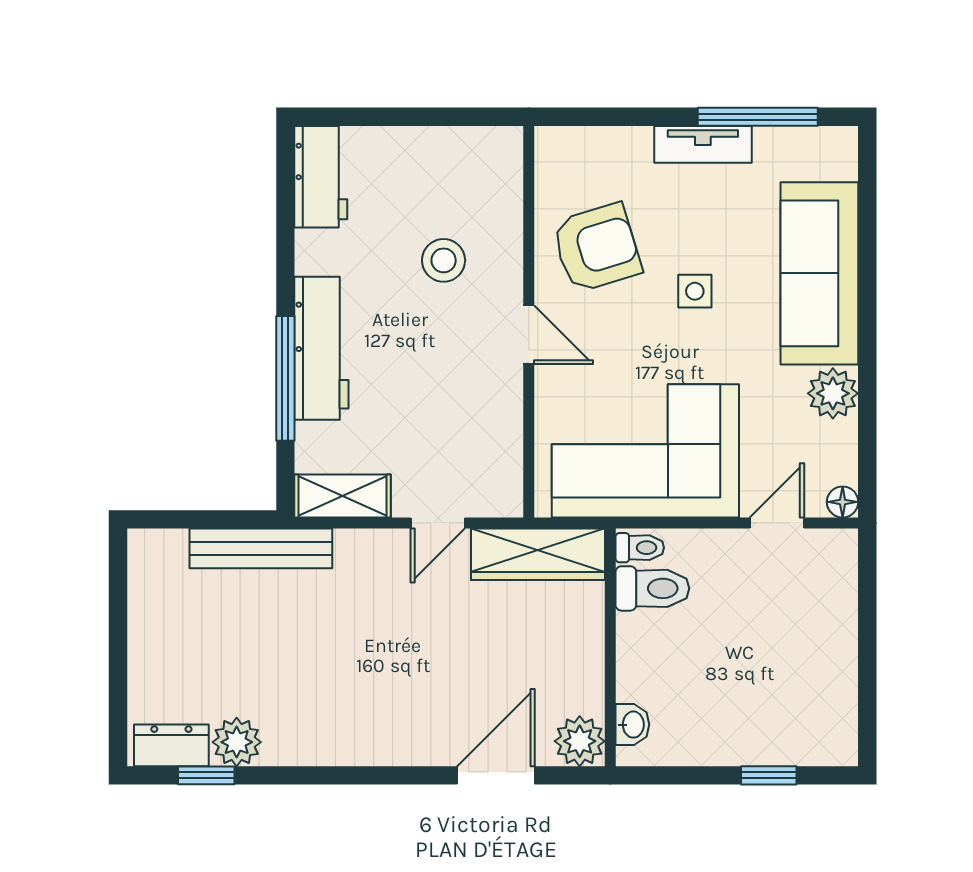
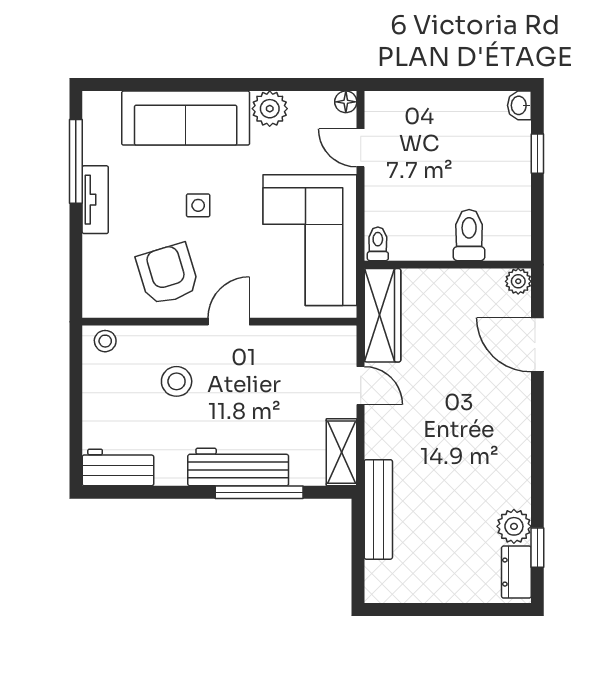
stool: (501, 159) -> (105, 341), added
toilet: (652, 588) -> (469, 235), moved
washbasin: (632, 725) -> (519, 105), moved, turned -90
plant: (580, 741) -> (518, 281), width x0.73, depth x0.73

